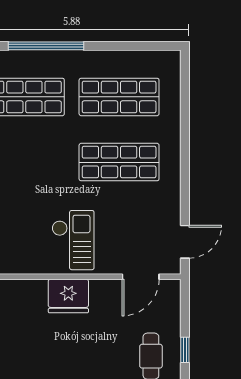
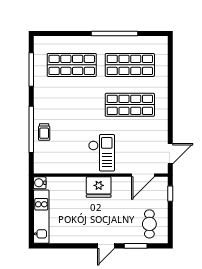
window: (46, 46) -> (115, 34), moved
window: (185, 350) -> (170, 194), moved

